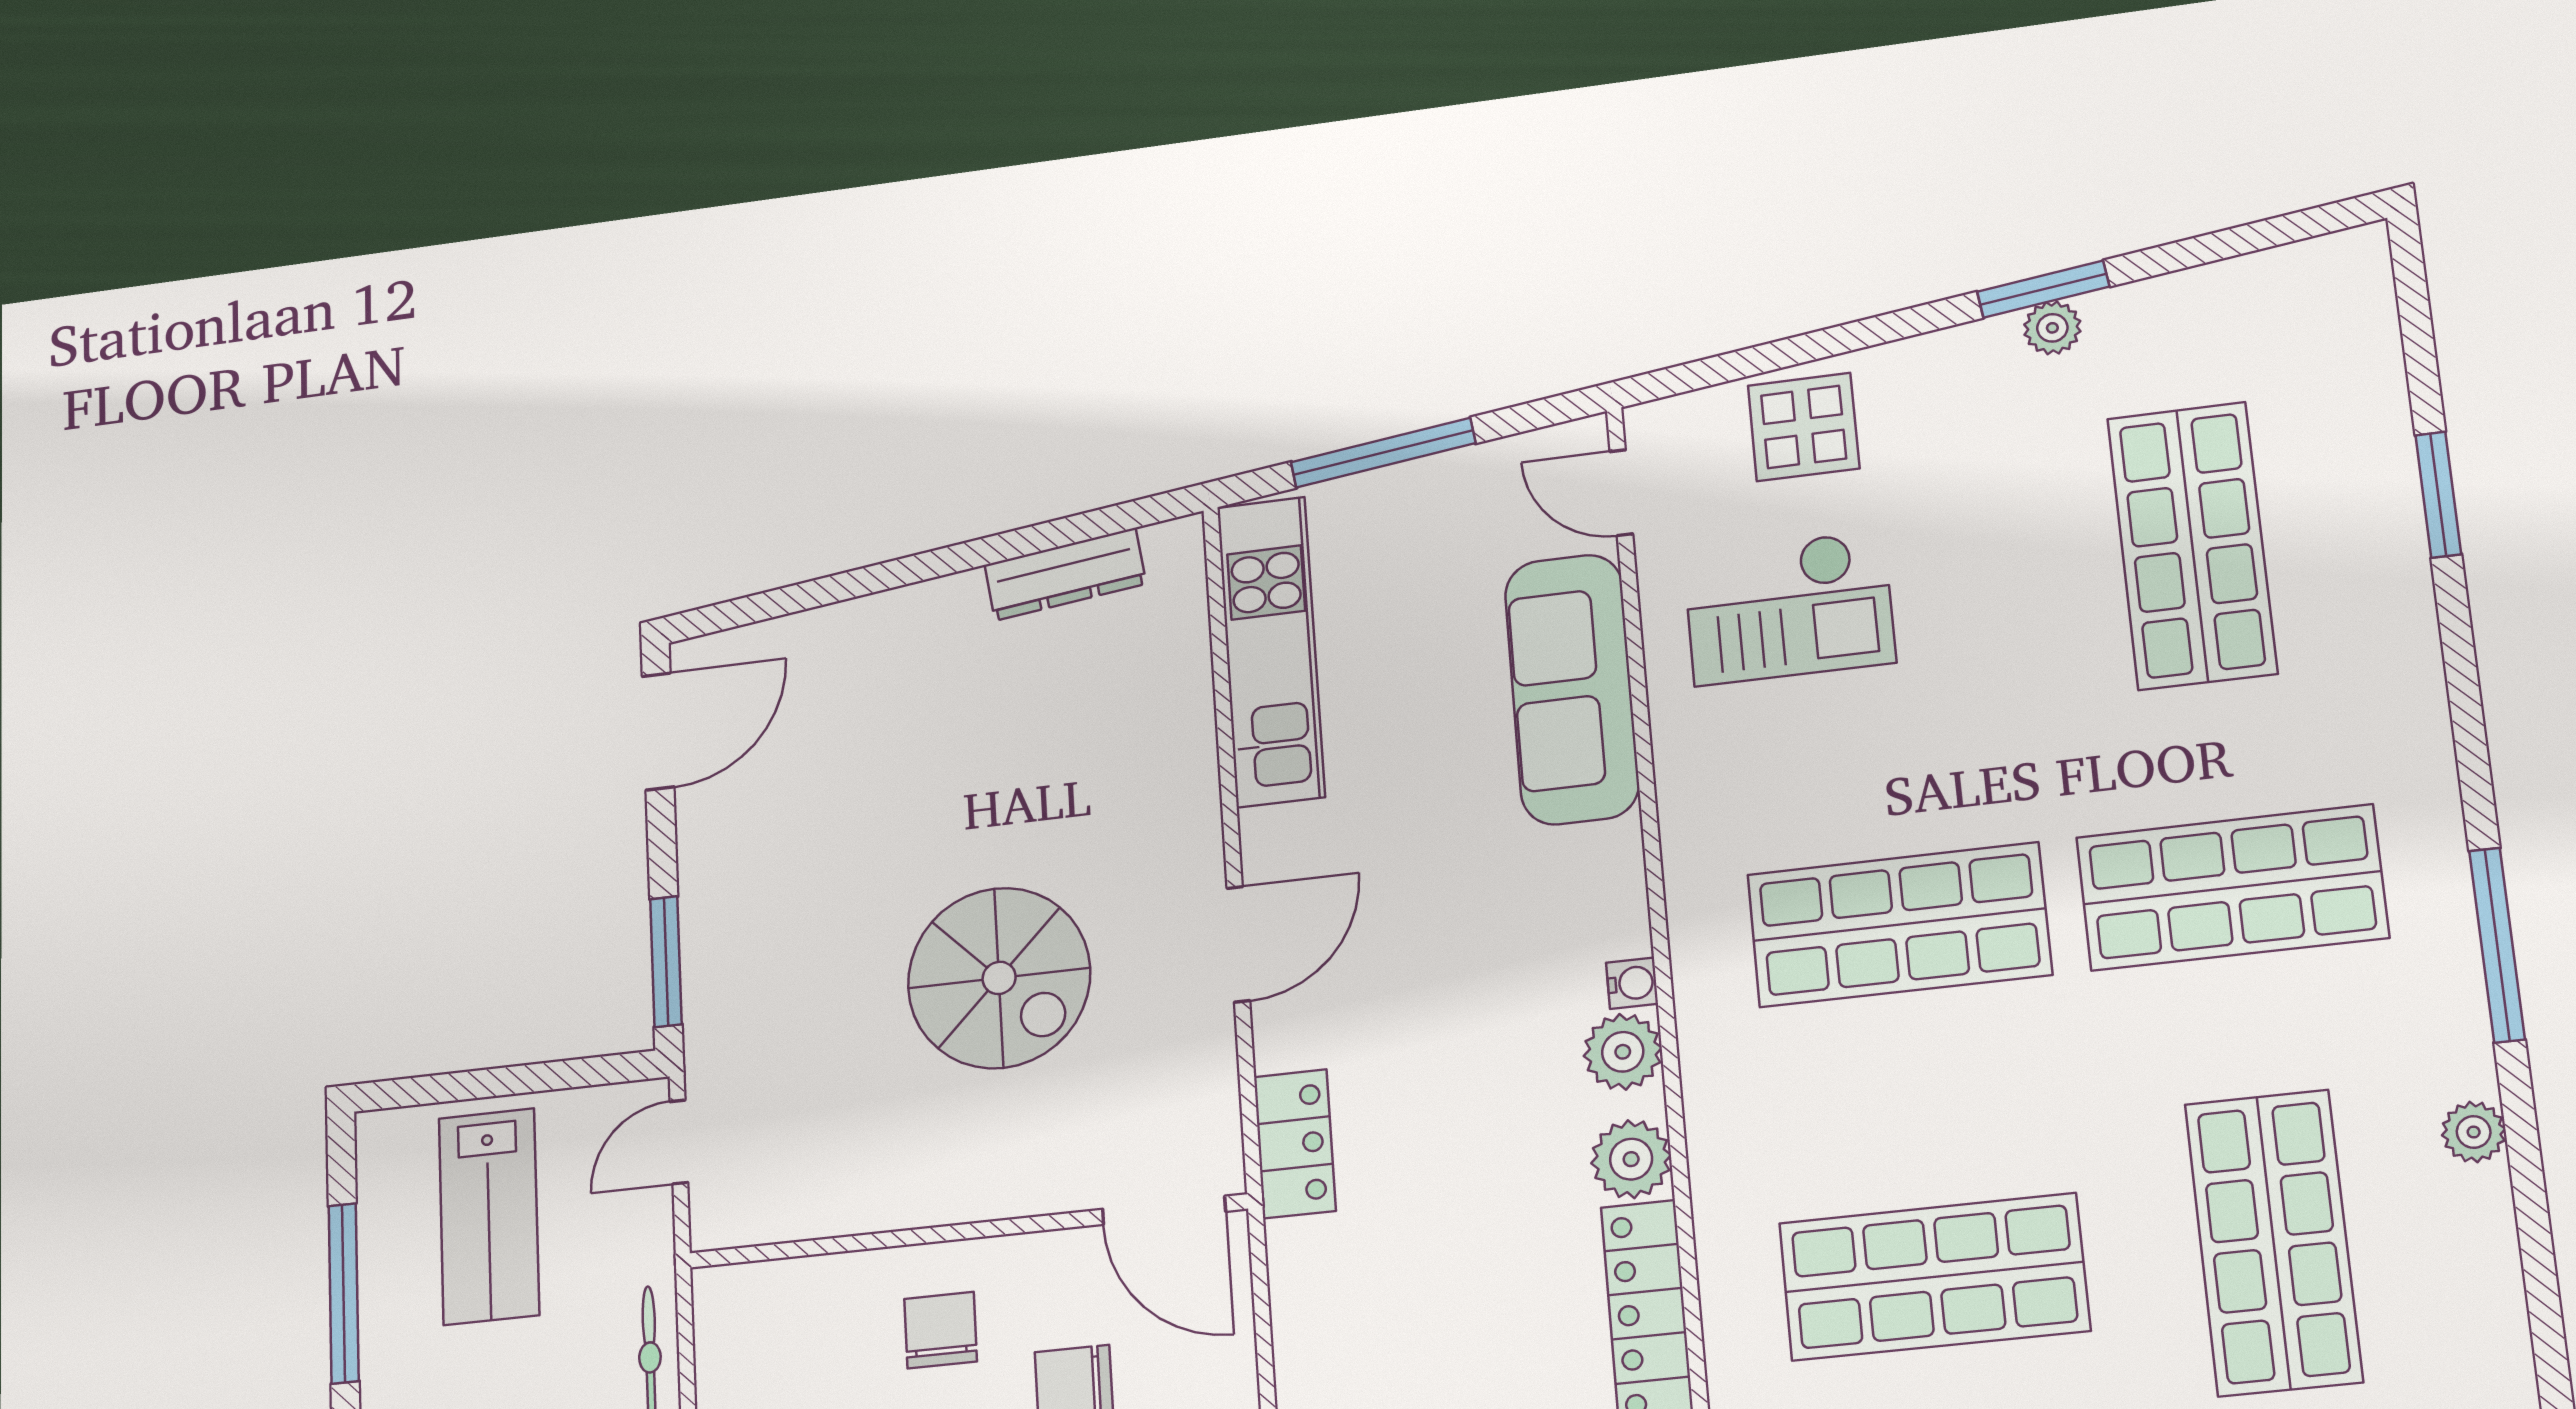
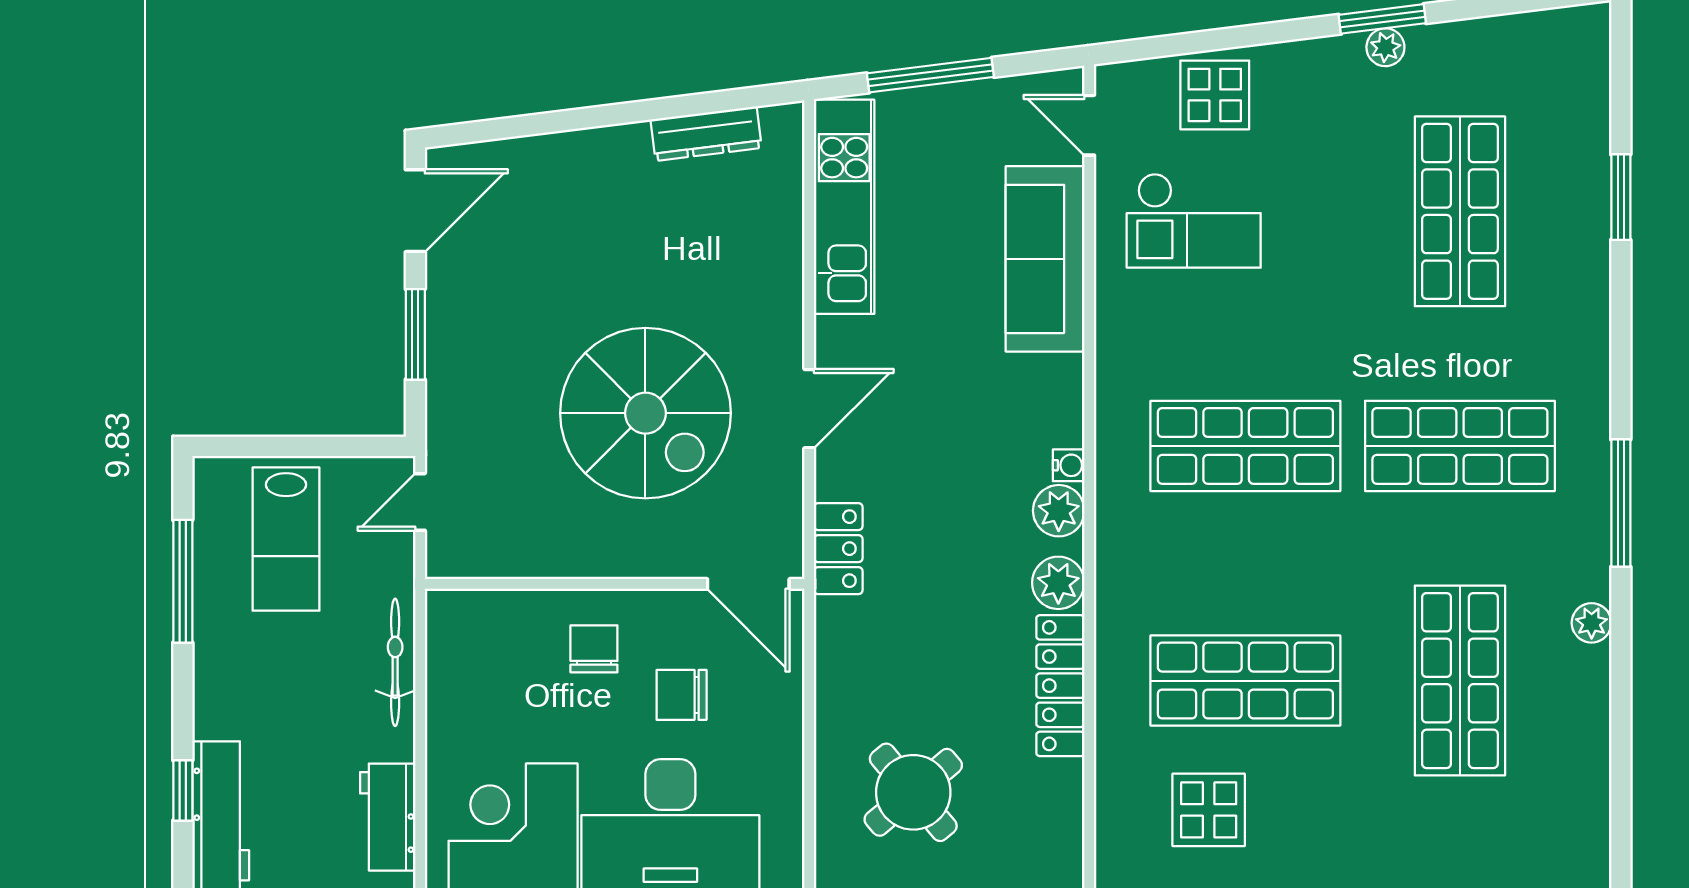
window: (666, 962) -> (415, 334), moved
spiral stairs: (999, 978) -> (645, 413), width x1.37, depth x1.37

